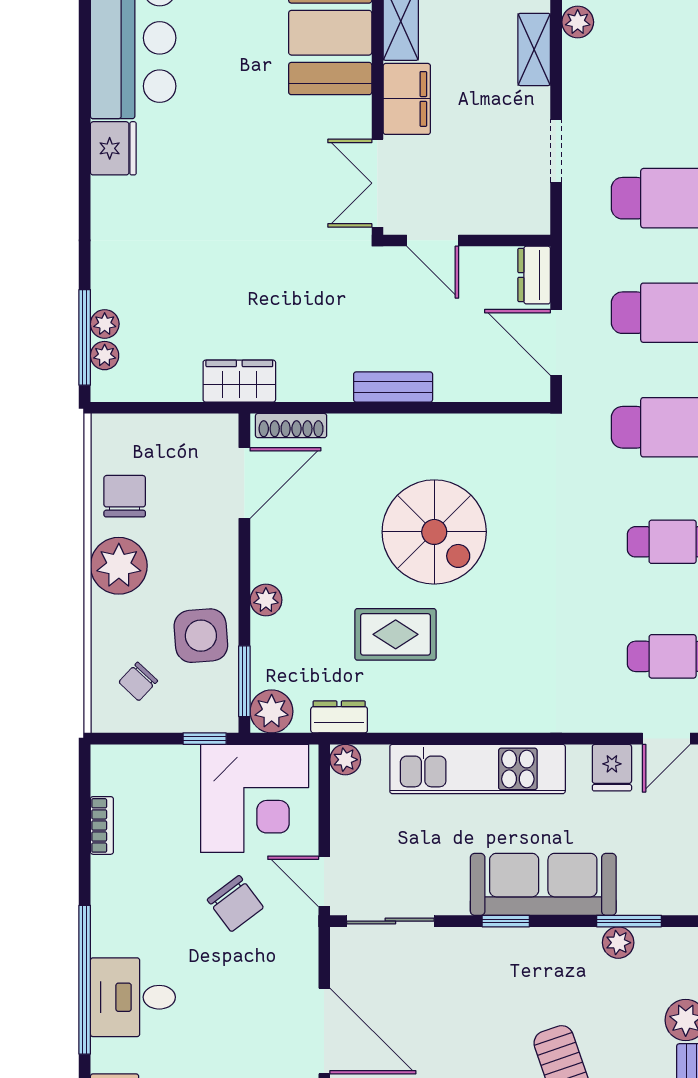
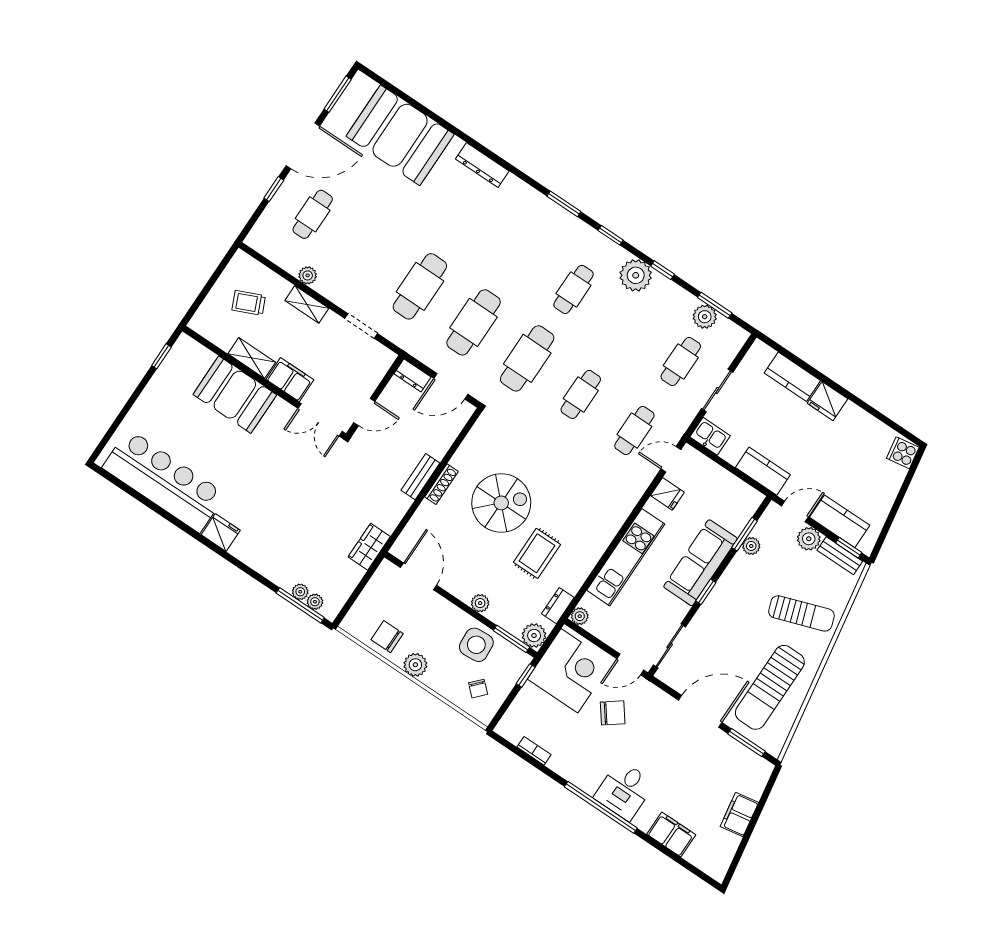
shoe rack: (291, 426) -> (441, 484), moved
plant: (119, 566) -> (415, 665), width x0.73, depth x0.73
door: (666, 739) -> (671, 459), swing flipped

